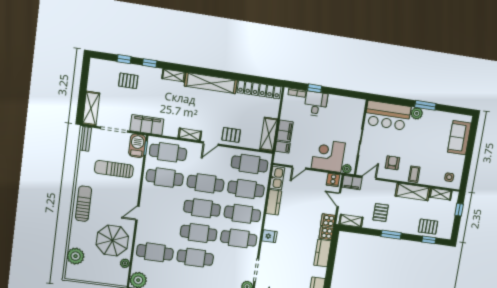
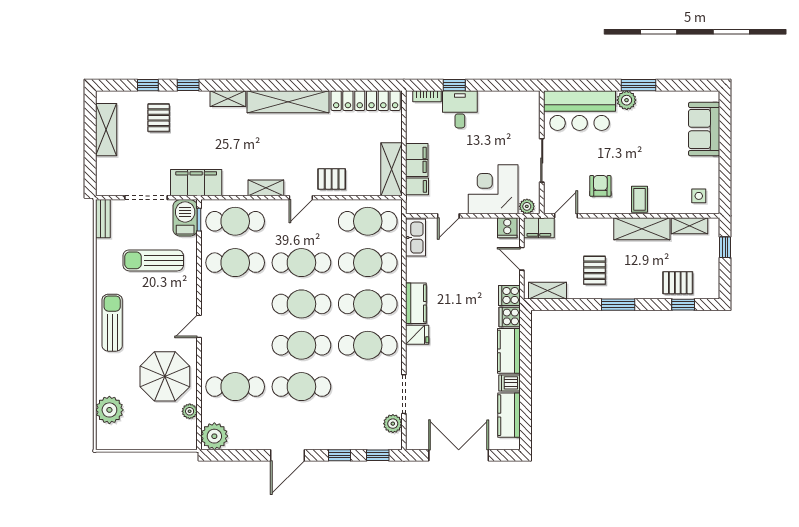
pallet: (128, 81) -> (159, 118), turned 90
shelving: (91, 108) -> (106, 130), moved
kitchen counter: (274, 202) -> (416, 303), moved
dishwasher: (320, 272) -> (509, 383), added

